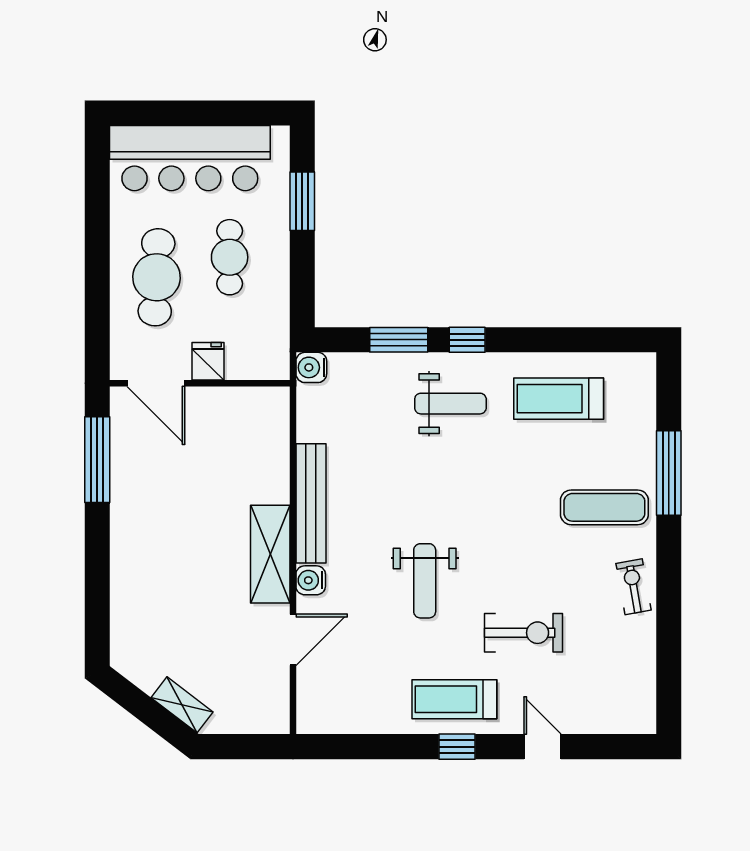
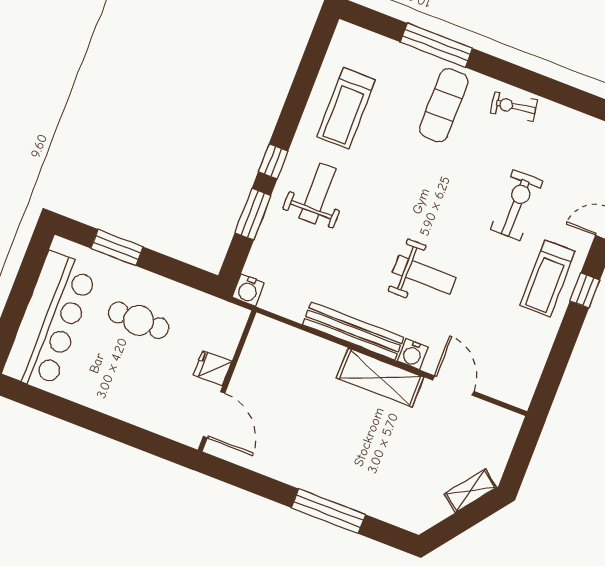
cafe table: (156, 277) -> (132, 383), removed
door: (156, 383) -> (214, 415), hinge flipped
window: (97, 460) -> (328, 511), moved
weight bench: (425, 581) -> (424, 275), moved

